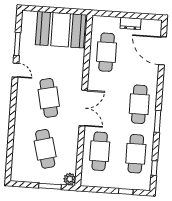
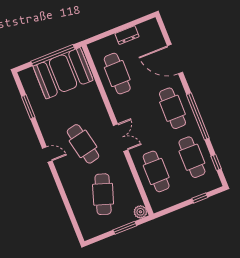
window: (59, 10) -> (53, 55), added
door: (162, 51) -> (175, 59), moved
door: (15, 70) -> (47, 155), moved
double door: (83, 108) -> (121, 138), width x0.73
window: (157, 121) -> (198, 116), width x2.11
cafe table: (45, 149) -> (103, 194), turned 33

